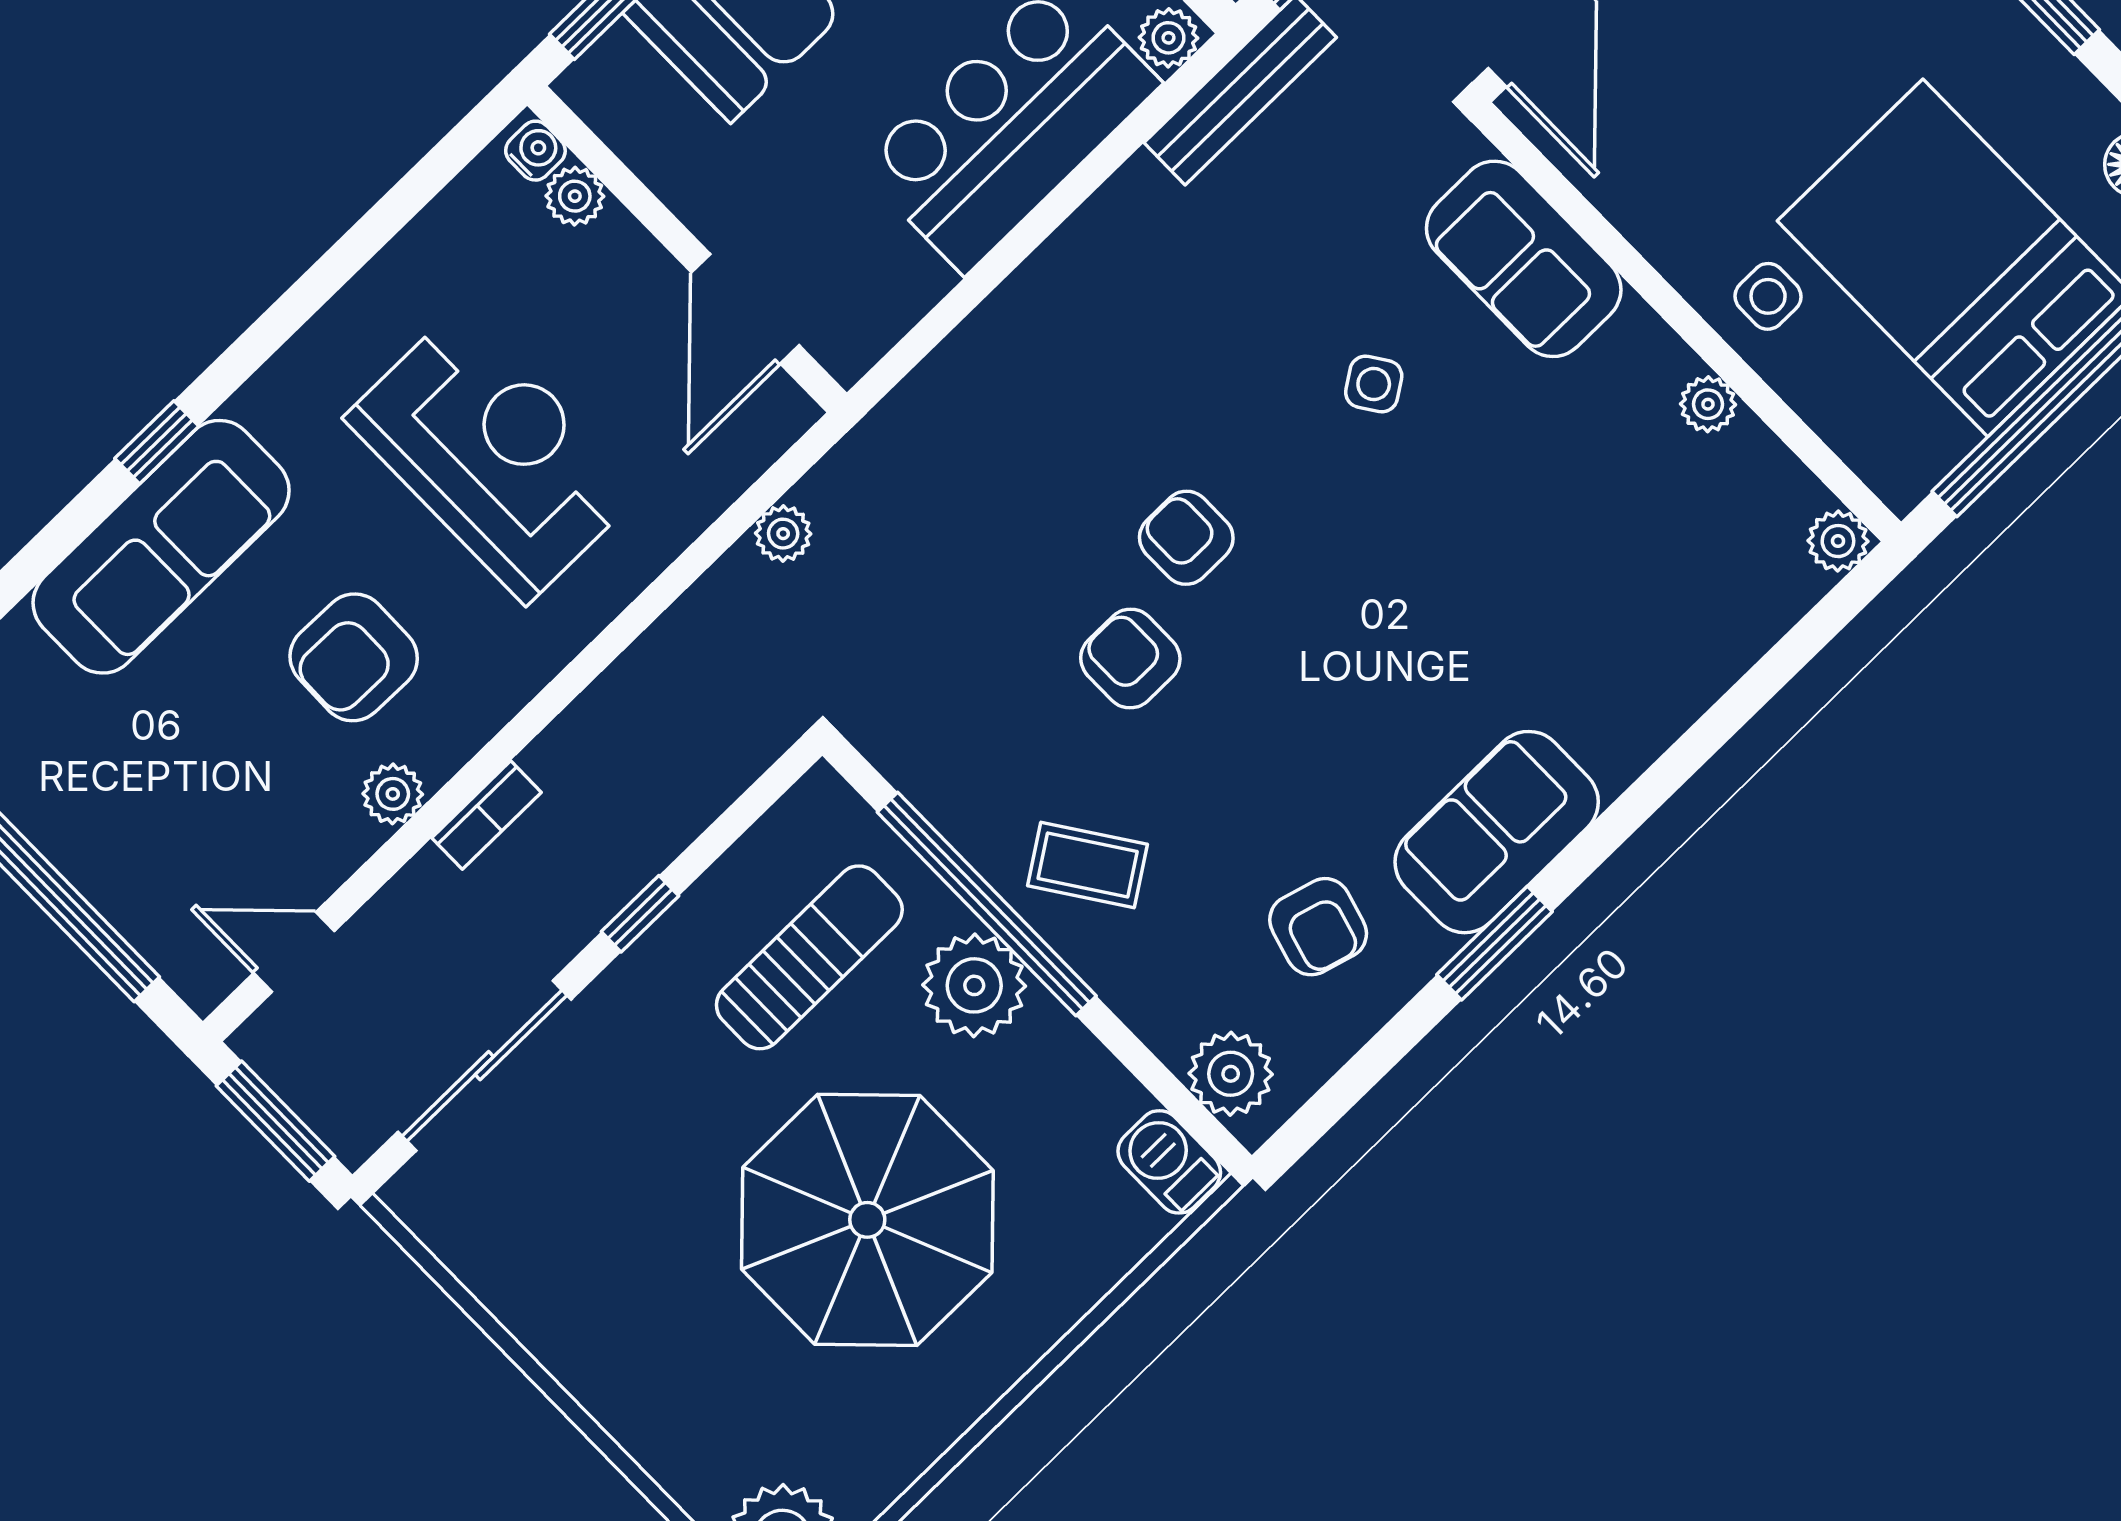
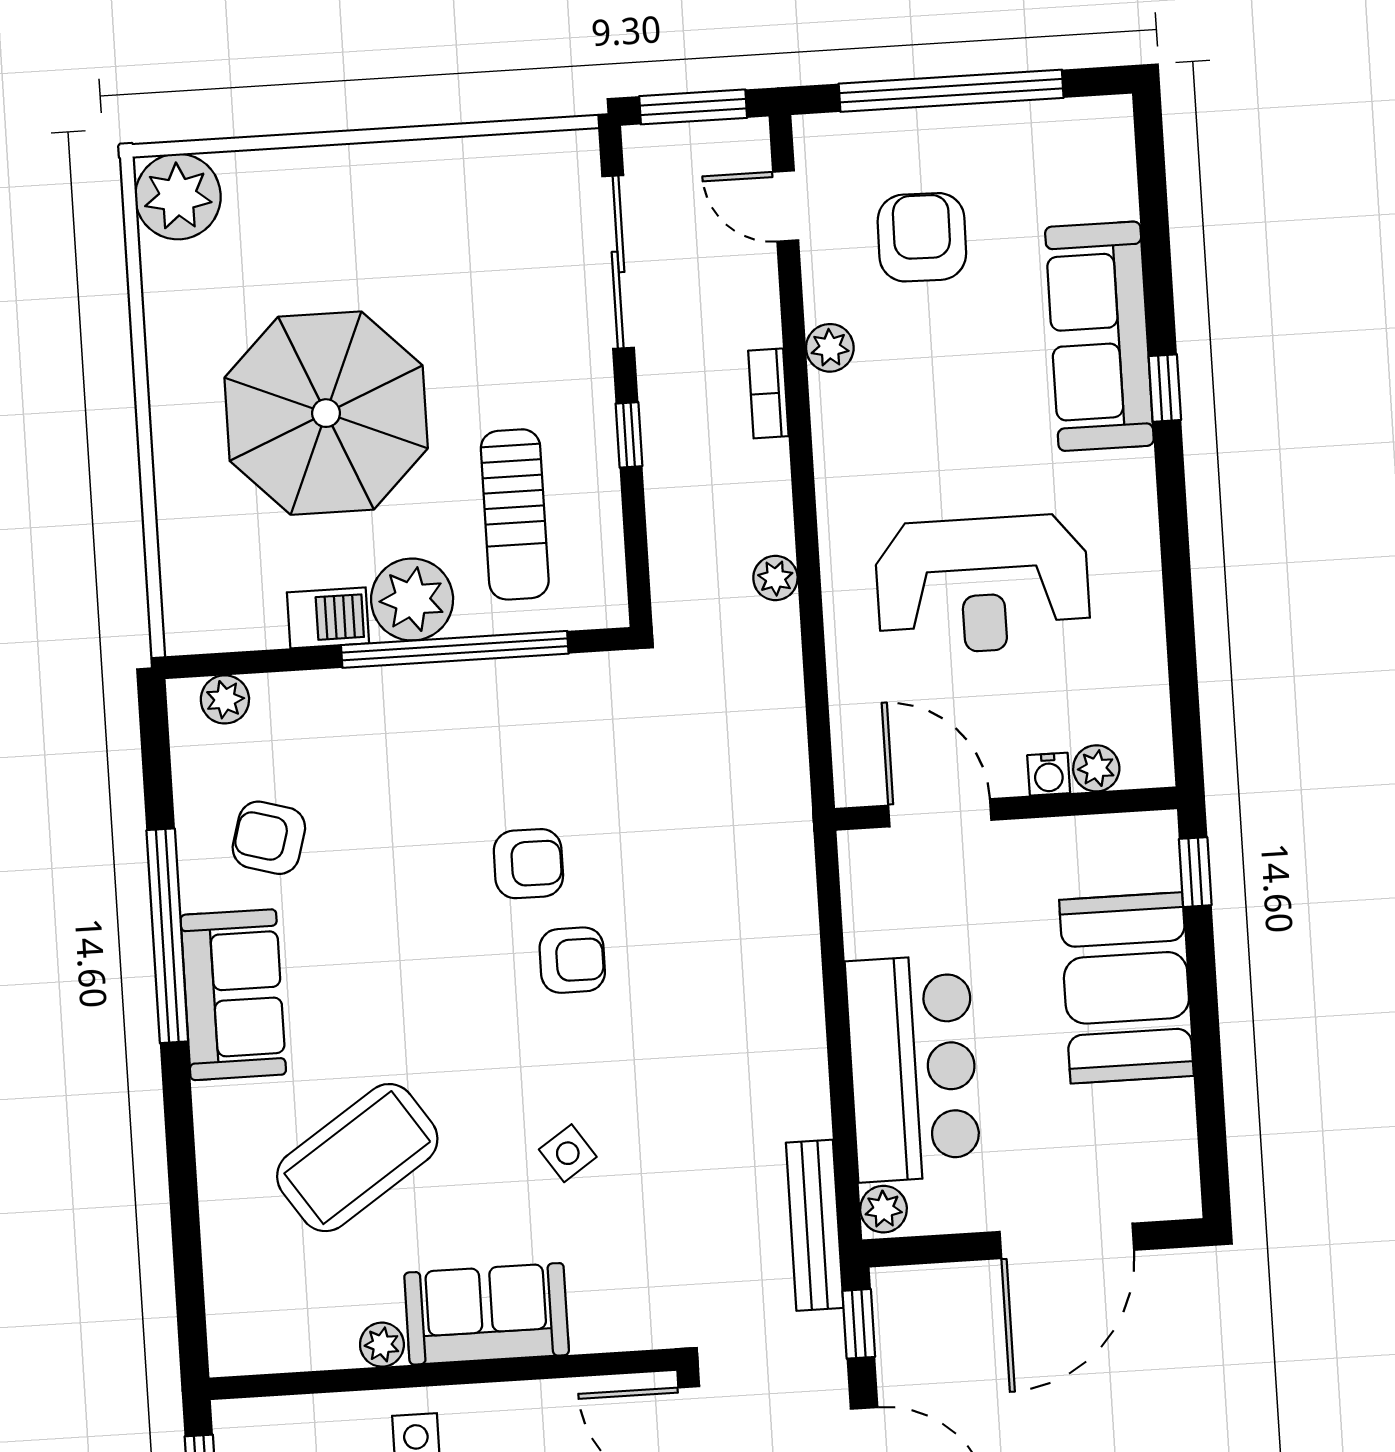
water cooler: (535, 151) -> (1049, 774), moved
sofa: (1524, 259) -> (487, 1314), moved
plant: (783, 534) -> (775, 578), moved
plant: (1838, 541) -> (232, 1352), removed
armchair: (354, 657) -> (922, 237), moved
coffee table: (1088, 865) -> (357, 1158), moved, width x1.86, depth x1.72
window: (1495, 943) -> (167, 936), width x2.11
door: (294, 952) -> (786, 206), swing flipped
plant: (1231, 1074) -> (225, 699), width x0.73, depth x0.73
barbecue: (1169, 1162) -> (328, 618), moved

